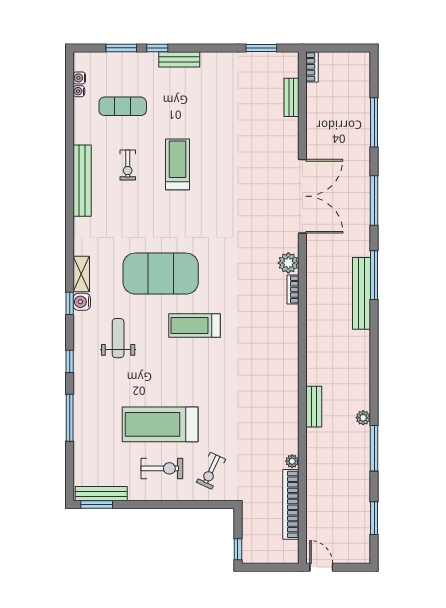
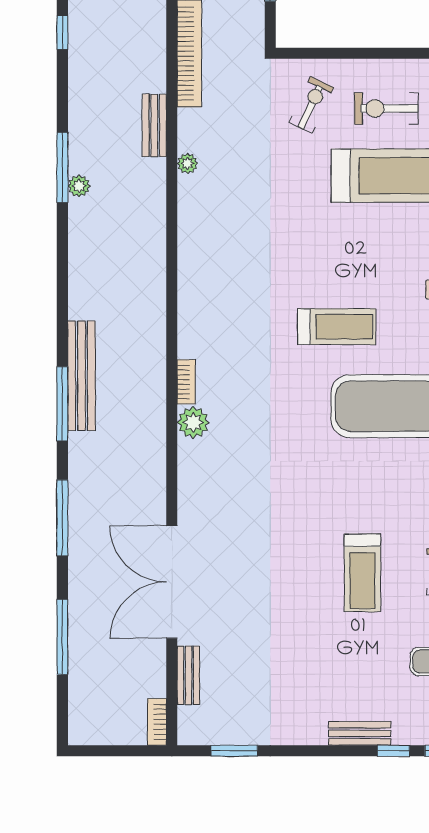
double door: (302, 196) -> (172, 582), moved
bench: (314, 407) -> (154, 125), moved
window: (374, 448) -> (62, 167), moved
plant: (292, 461) -> (187, 163), moved
window: (374, 518) -> (62, 33), width x0.67

